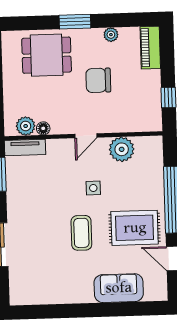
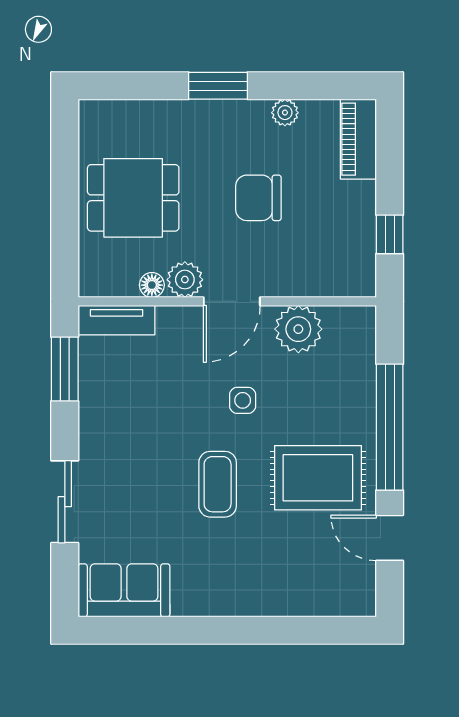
dining table: (47, 55) -> (133, 198), moved
plant: (26, 126) -> (185, 280), moved
door: (86, 136) -> (232, 301), width x1.38
sofa: (119, 288) -> (124, 590), moved

